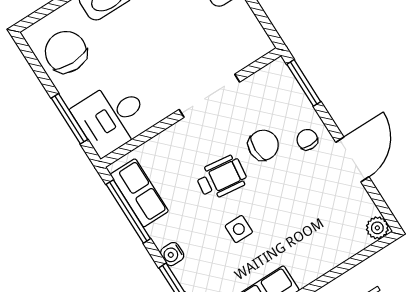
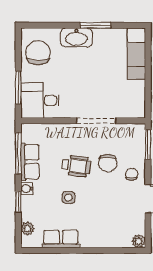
chair: (263, 145) -> (108, 163), turned 90
row of seats: (139, 193) -> (30, 162), moved

